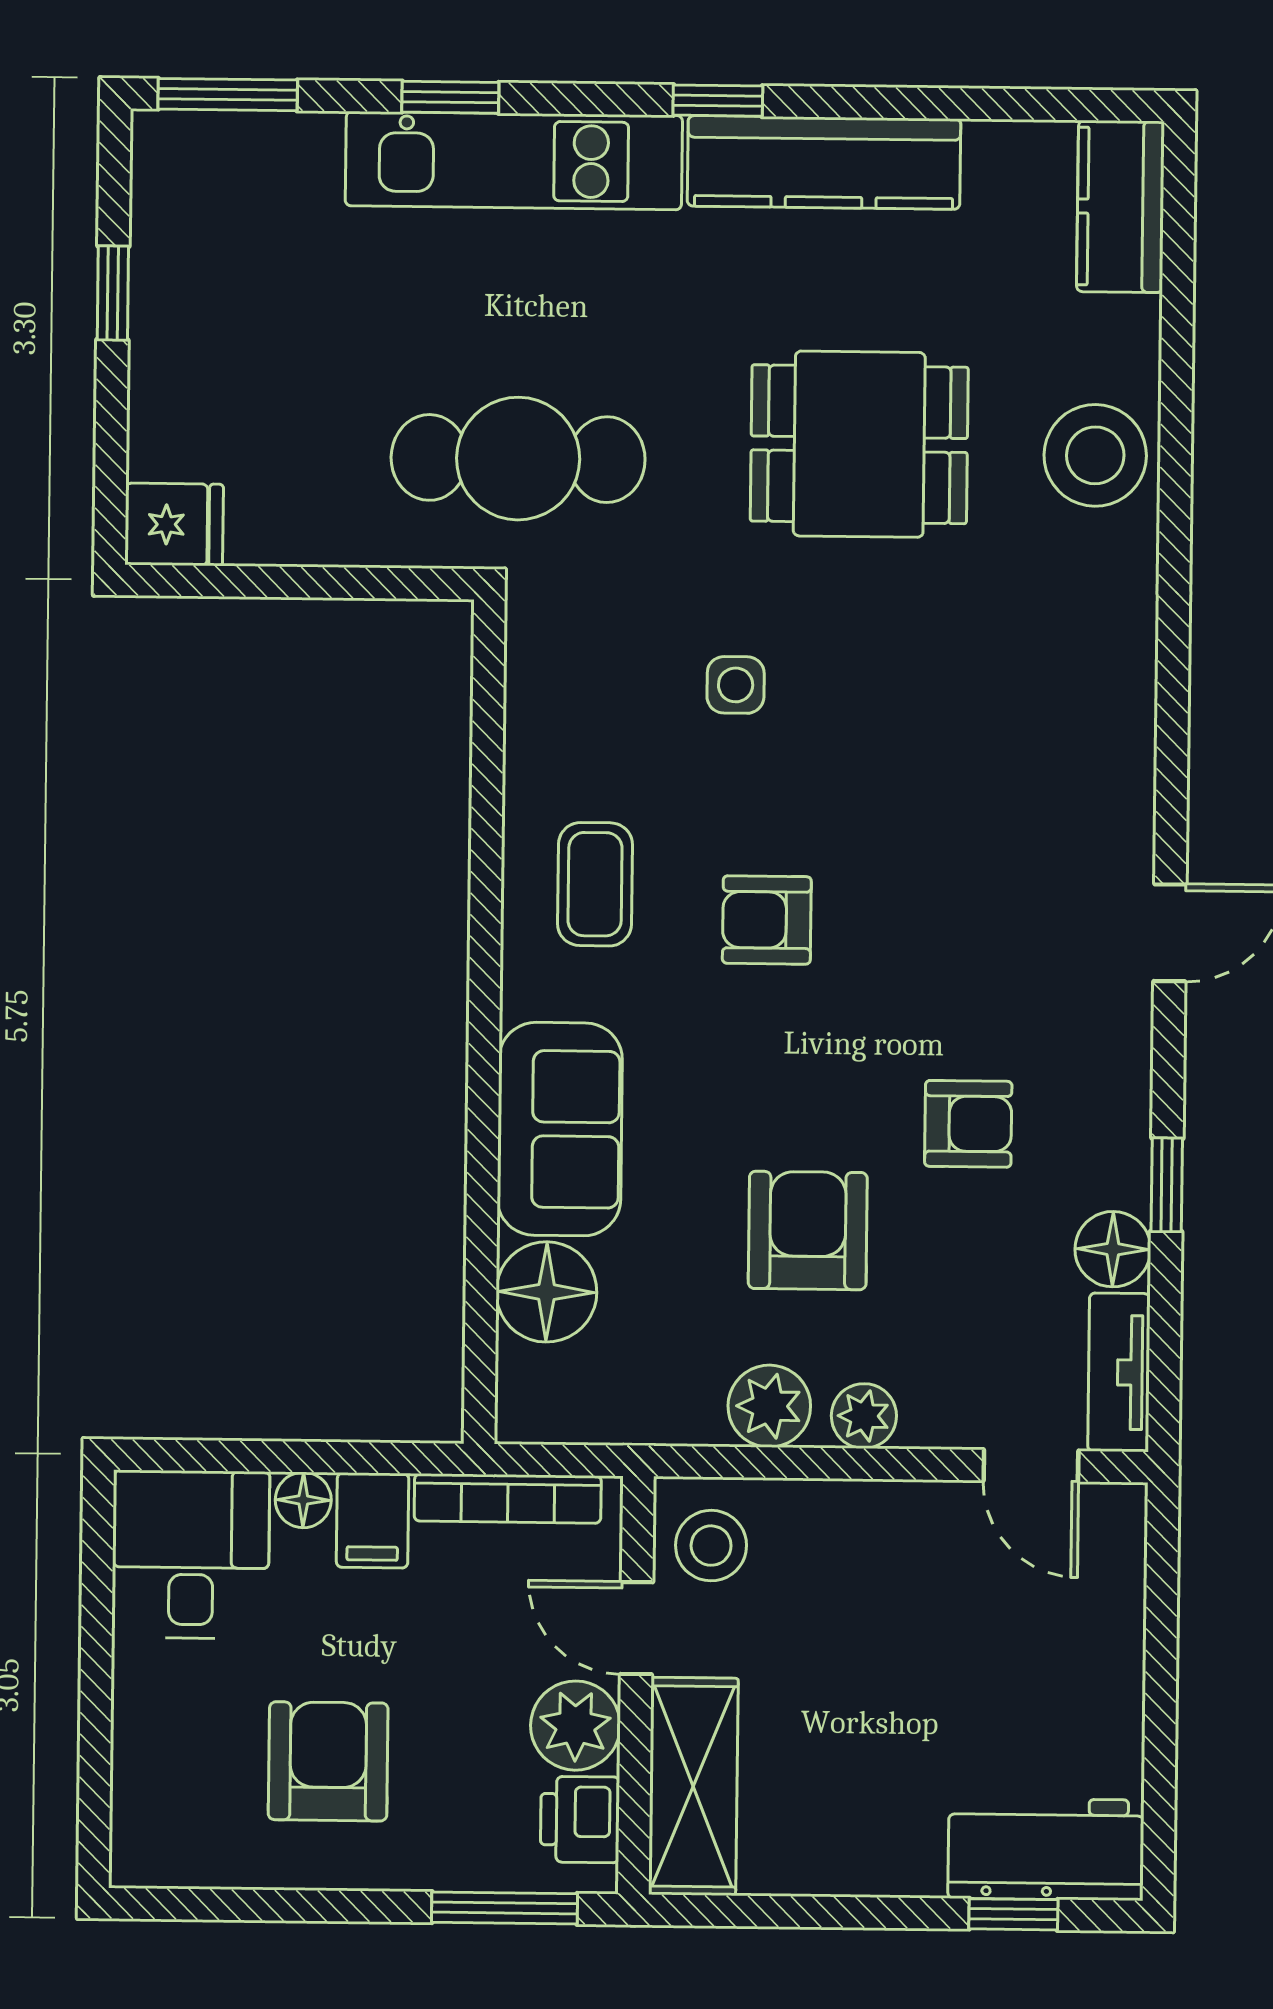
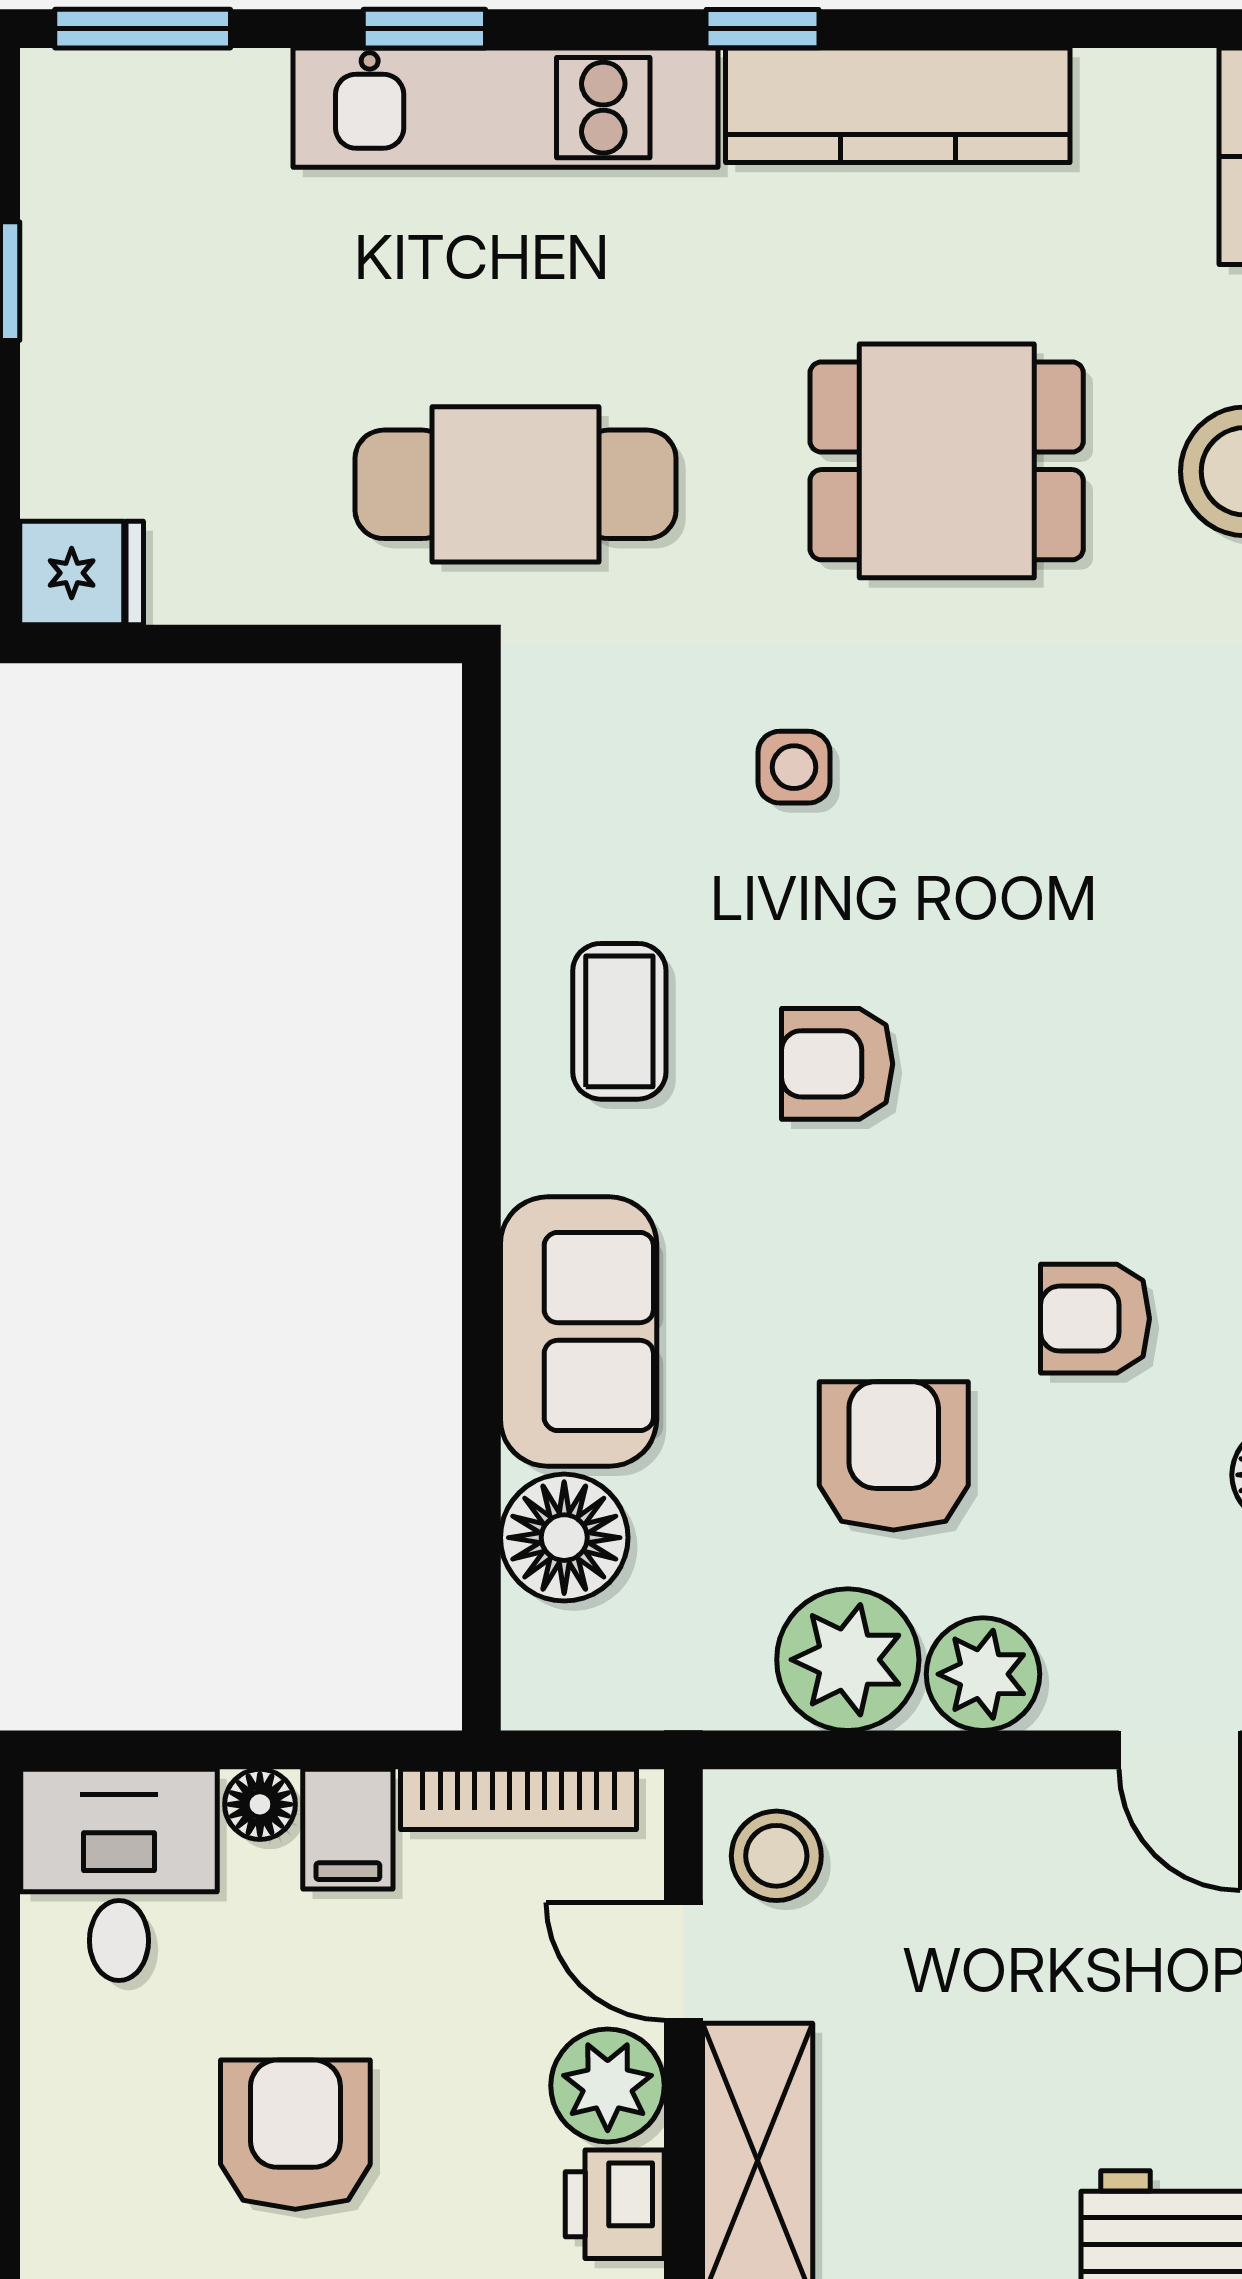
armchair: (968, 1124) -> (1095, 1319), turned 180
plant: (769, 1406) -> (848, 1660), width x1.36, depth x1.36
plant: (864, 1416) -> (983, 1674), width x1.38, depth x1.38

